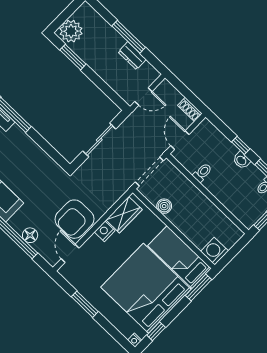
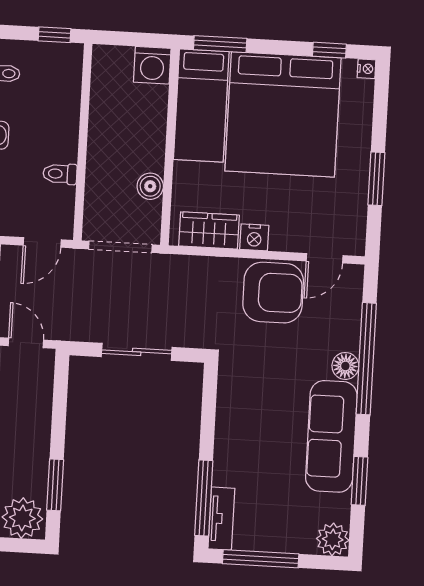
floor lamp: (30, 235) -> (345, 366), moved

